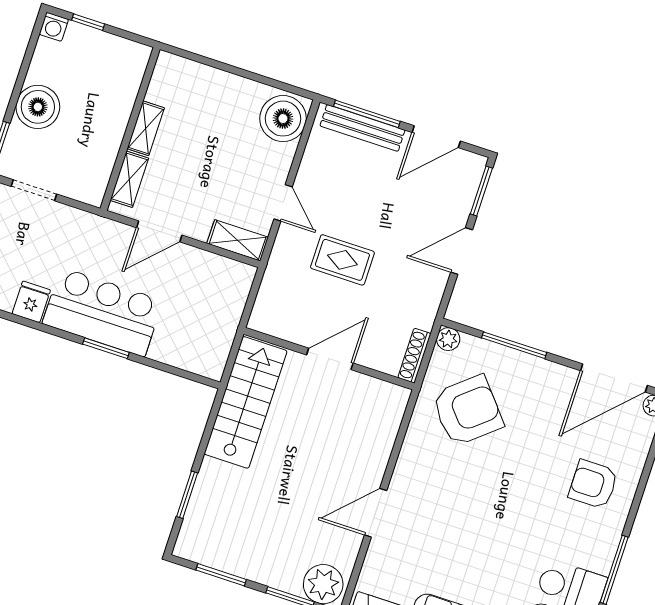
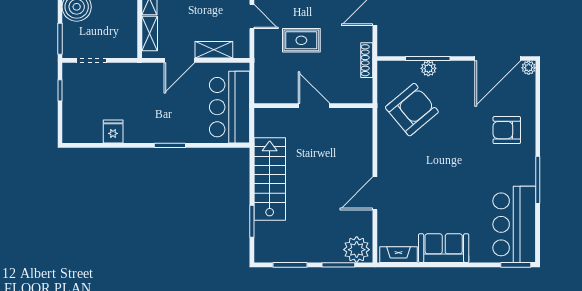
shelving: (238, 240) -> (214, 50), moved
bar counter: (103, 312) -> (230, 107), moved, turned -90
plant: (448, 339) -> (428, 68), moved
shoe rack: (414, 356) -> (367, 60), moved
door: (330, 359) -> (314, 106), hinge flipped
stairs: (246, 402) -> (270, 179), moved

